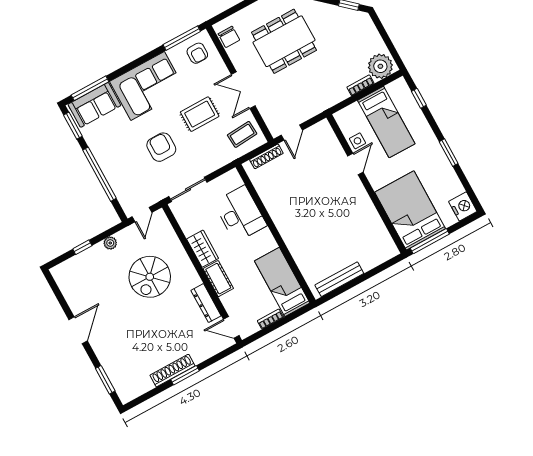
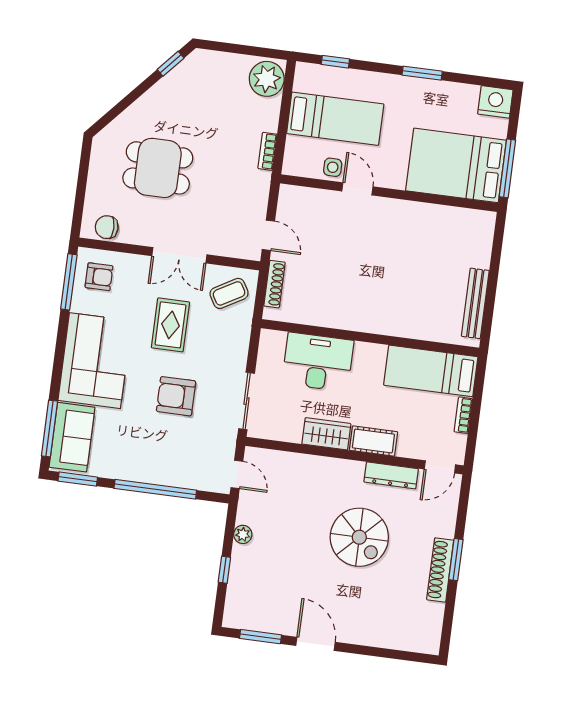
chair: (229, 37) -> (107, 227), turned 180
dining table: (284, 41) -> (158, 168), width x0.73
bookcase: (361, 85) -> (267, 151), moved
coffee table: (242, 134) -> (229, 293), turned 64
spiral stairs: (150, 277) -> (359, 537), moved
window: (105, 380) -> (260, 637), moved

